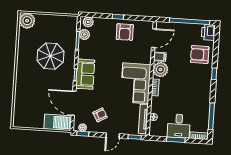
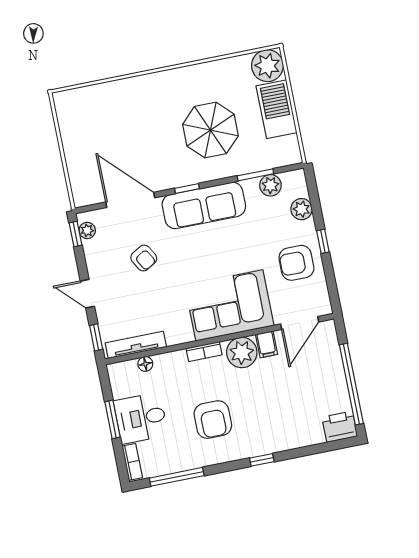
plant: (88, 22) -> (301, 209), moved
door: (154, 38) -> (300, 323), hinge flipped
armchair: (200, 55) -> (213, 420), moved, turned 180
sofa: (85, 74) -> (204, 205), width x1.36
corner sofa: (136, 83) -> (229, 305), moved
door: (74, 103) -> (130, 200), hinge flipped
armchair: (100, 115) -> (144, 258), moved
barbecue: (58, 122) -> (276, 109), moved, turned 180

